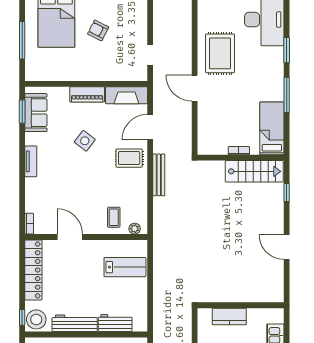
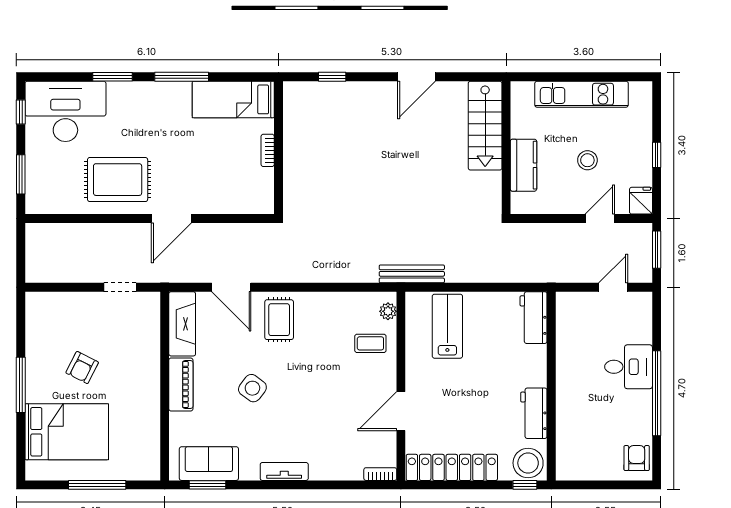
stairs: (254, 171) -> (485, 126), moved, turned 180
bench: (159, 175) -> (412, 274), moved
workbench: (75, 323) -> (534, 413), width x0.73
workbench: (115, 323) -> (534, 318), moved

